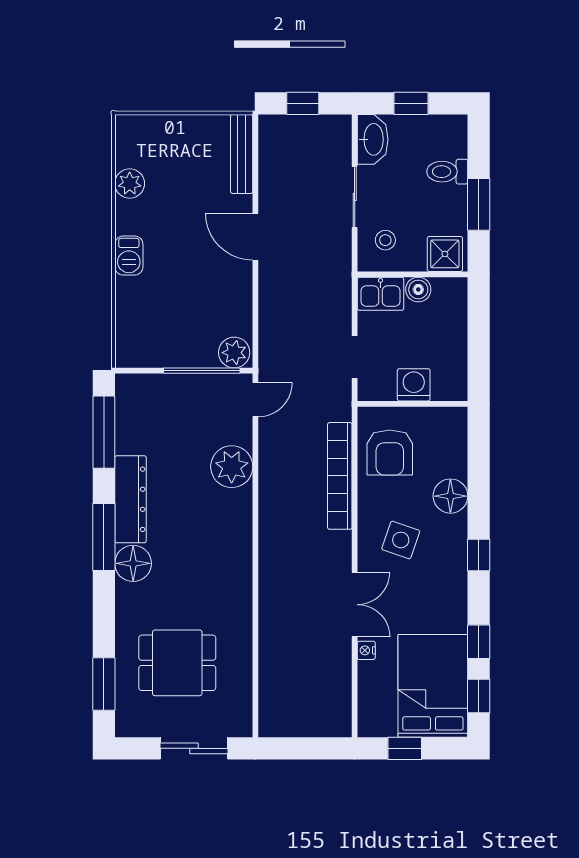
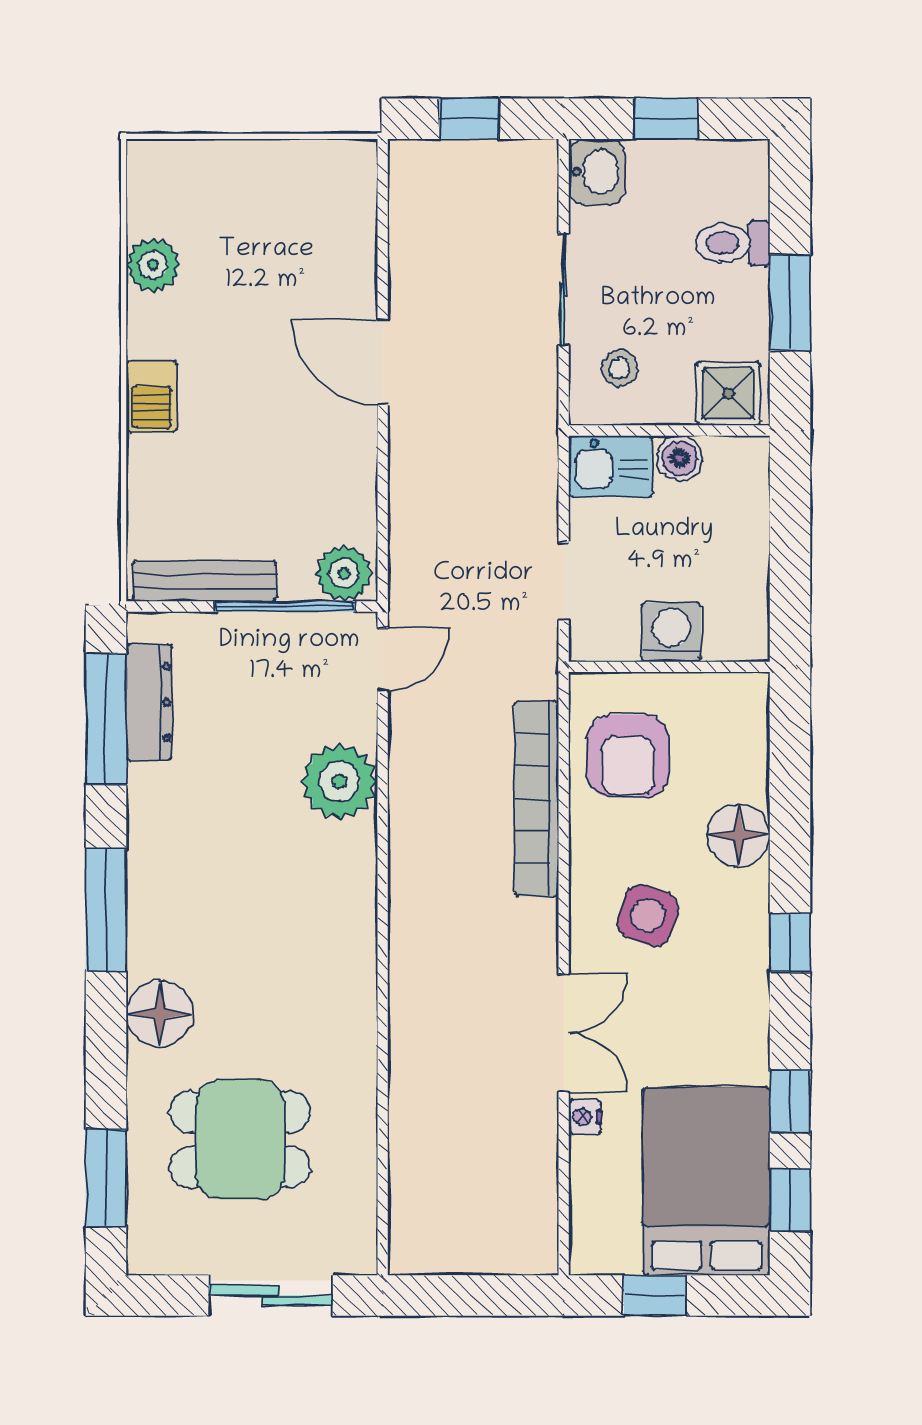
washbasin: (373, 139) -> (597, 172), width x0.72
bench: (242, 154) -> (204, 581), moved, turned 90
dresser: (130, 499) -> (149, 702), moved, width x0.73, depth x0.80
floor lamp: (133, 563) -> (159, 1014), moved

